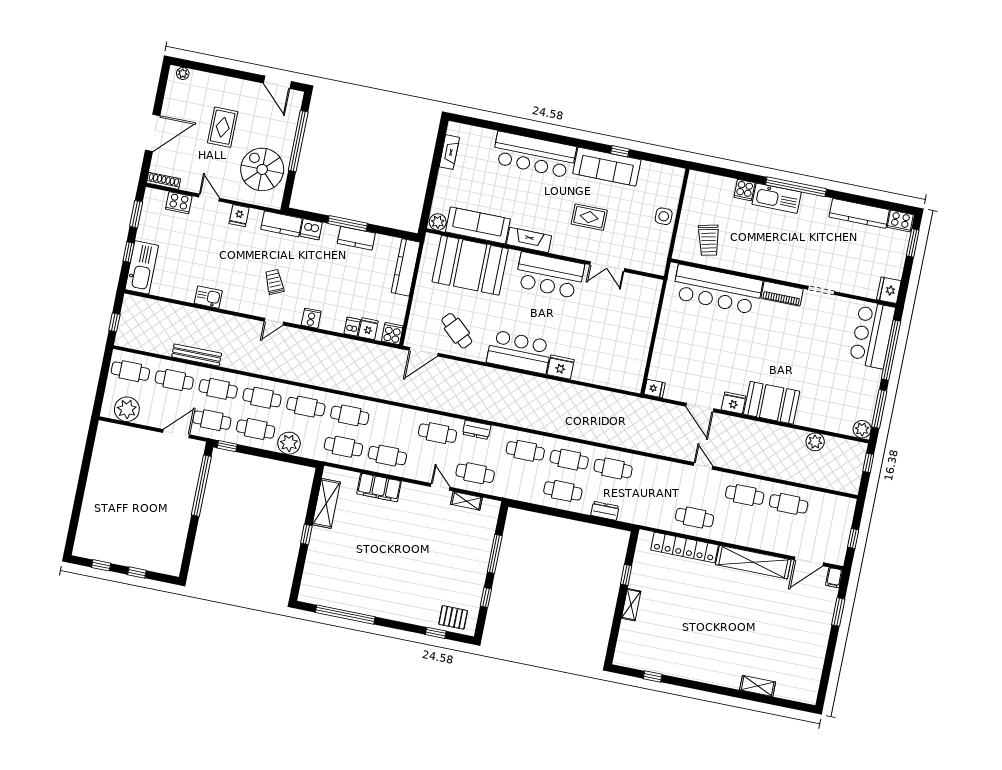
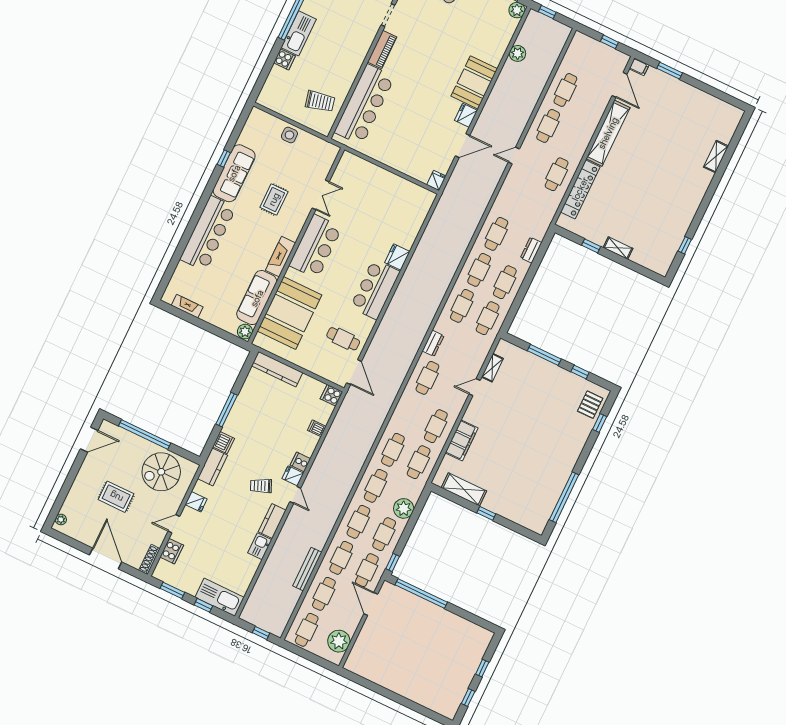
kitchen counter: (356, 238) -> (272, 521), moved, turned 180
fridge: (368, 329) -> (293, 476), moved
cafe table: (457, 331) -> (343, 339), turned 48
cafe table: (475, 473) -> (488, 318), moved

